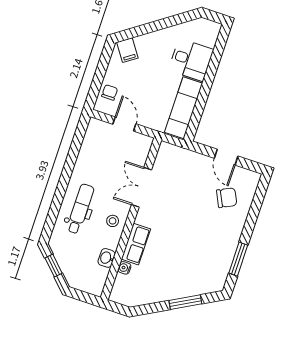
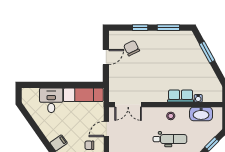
double door: (142, 187) -> (128, 105), moved
dental chair: (80, 209) -> (170, 139), turned 180
window: (252, 219) -> (140, 28), added
washbasin: (107, 258) -> (201, 114), width x1.91, depth x1.45

